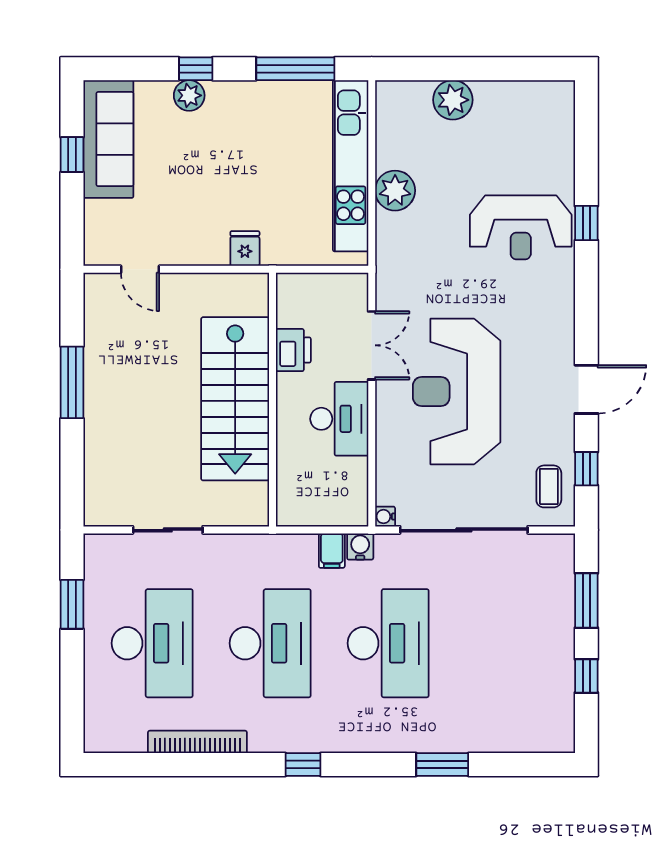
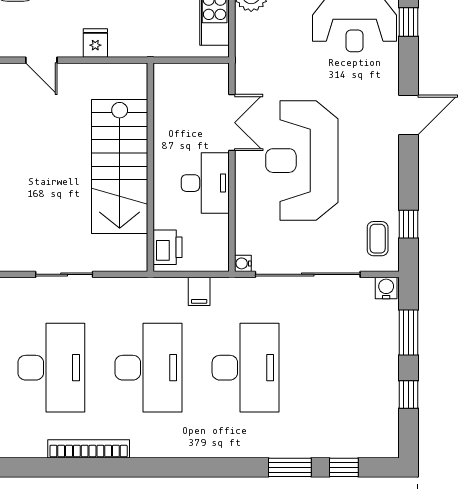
fridge: (245, 249) -> (95, 43), moved
printer: (293, 350) -> (168, 247), moved
door: (586, 389) -> (409, 115), moved
water cooler: (360, 546) -> (386, 288), moved
window: (303, 764) -> (344, 467), moved

